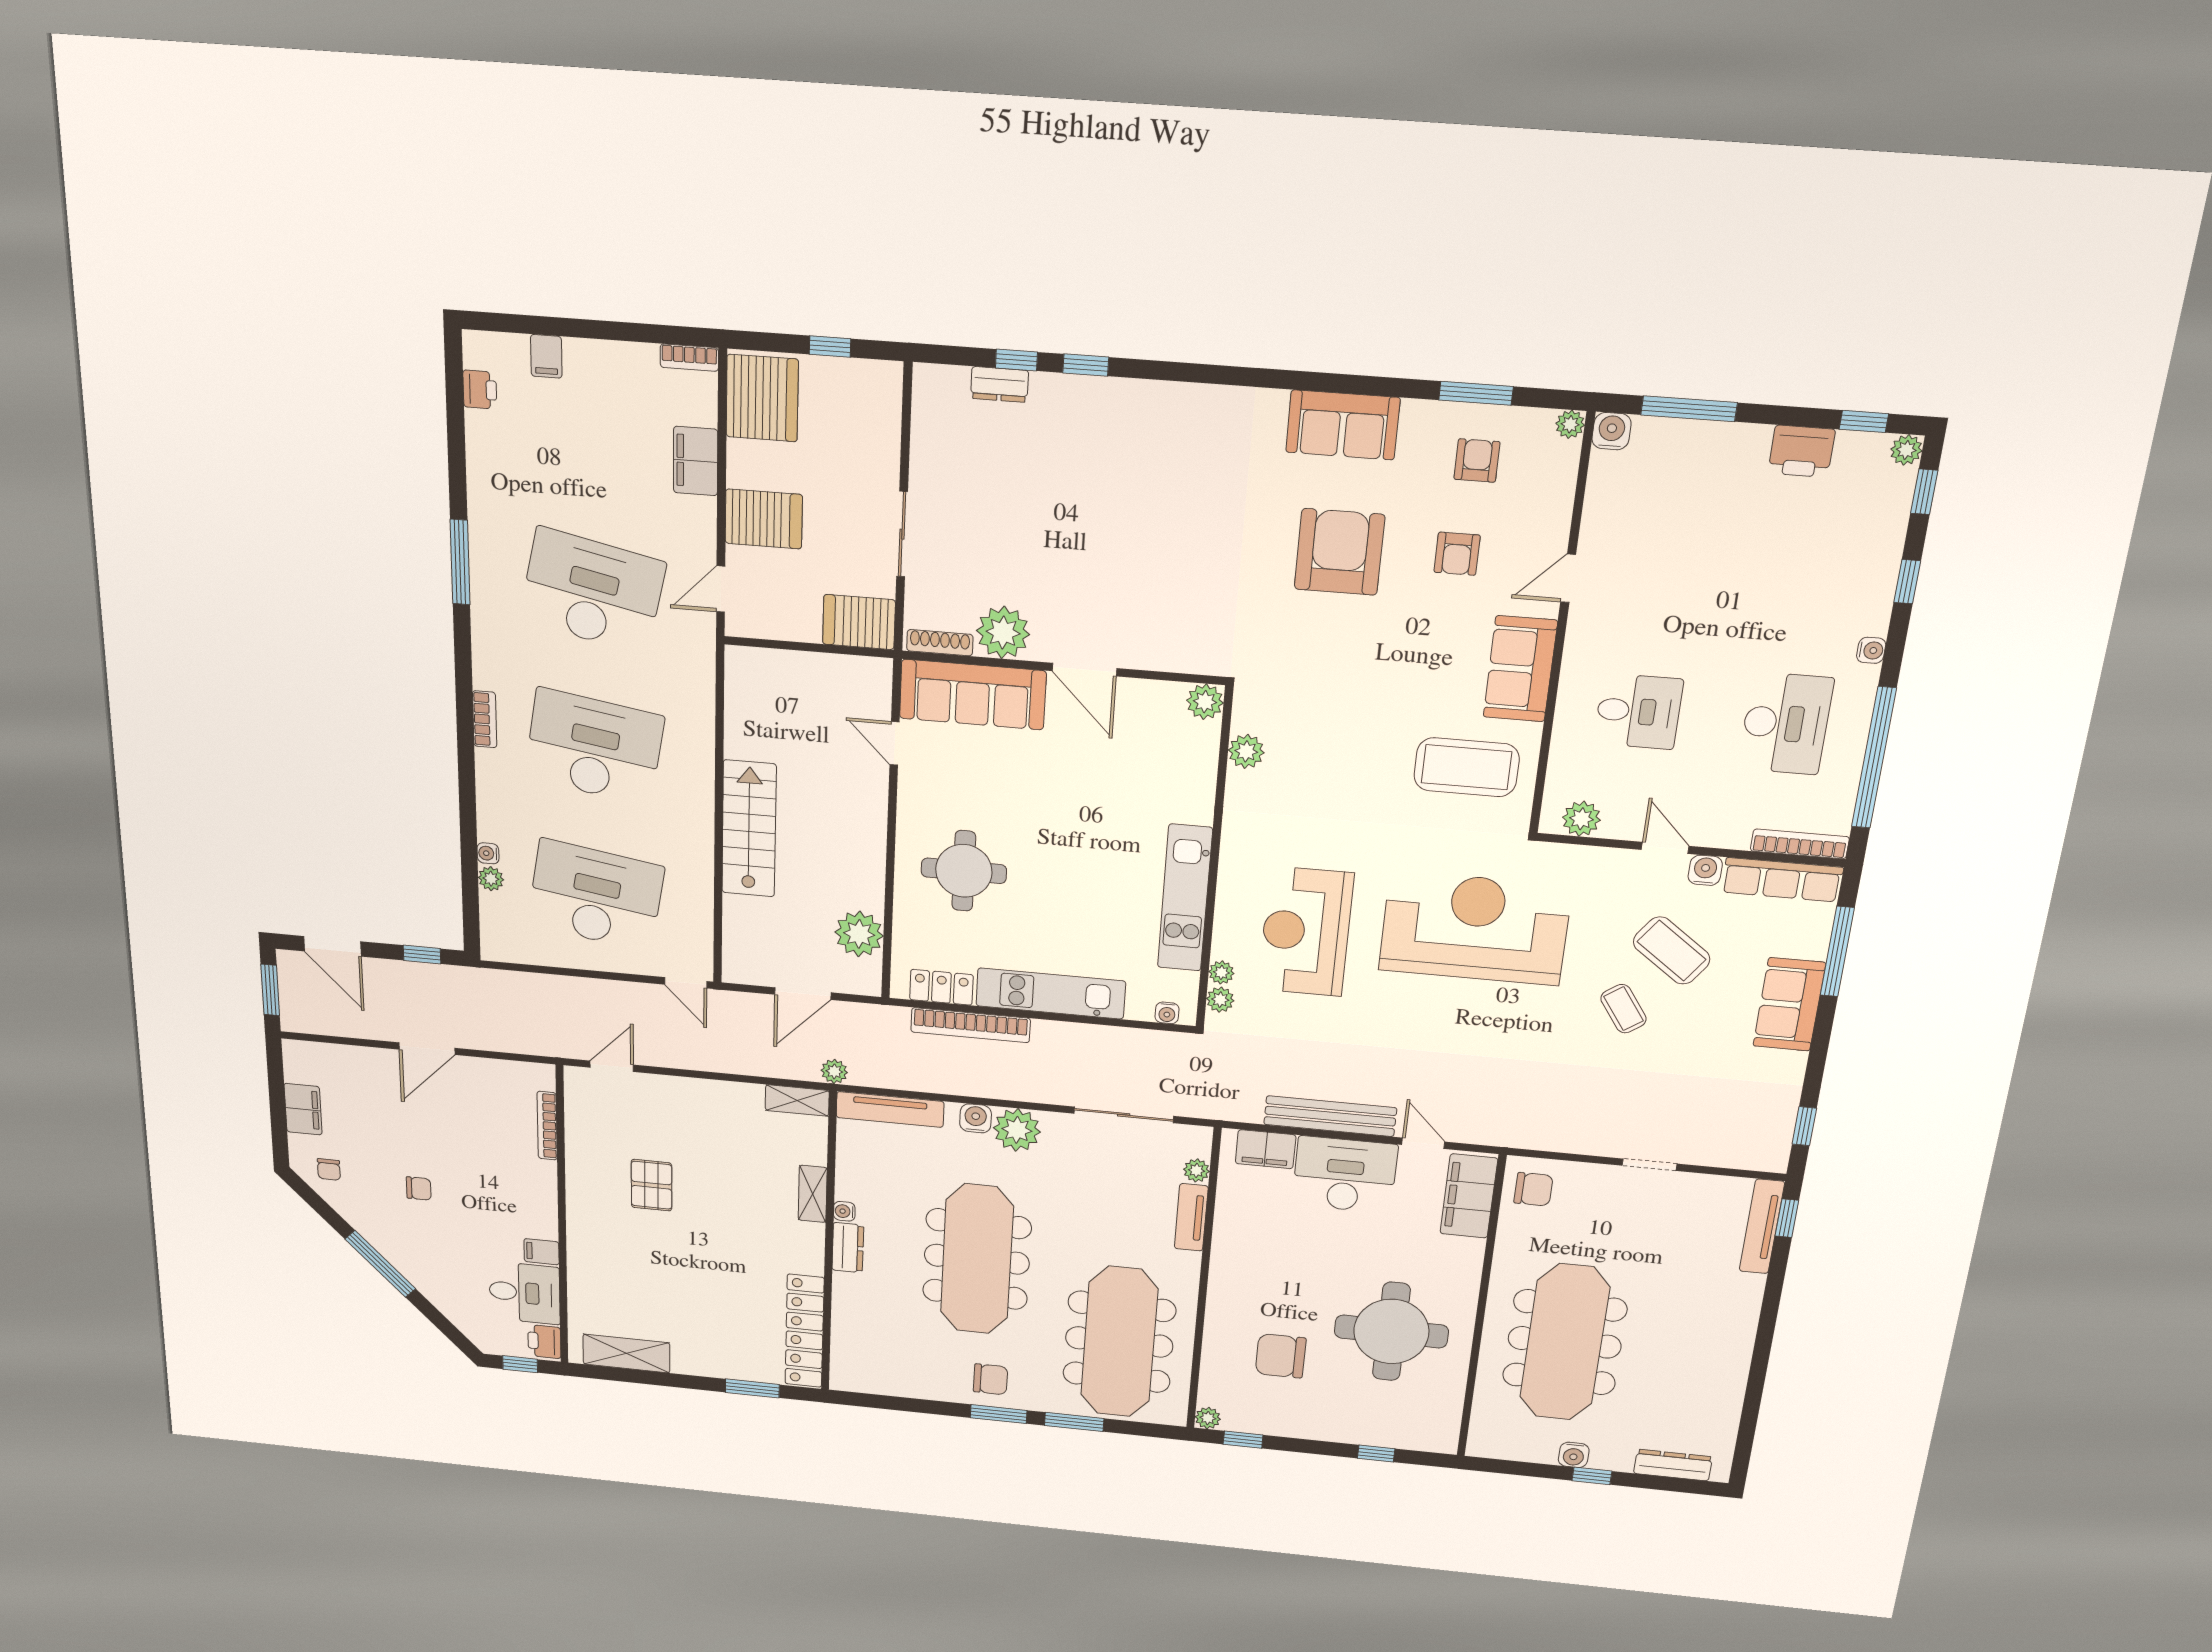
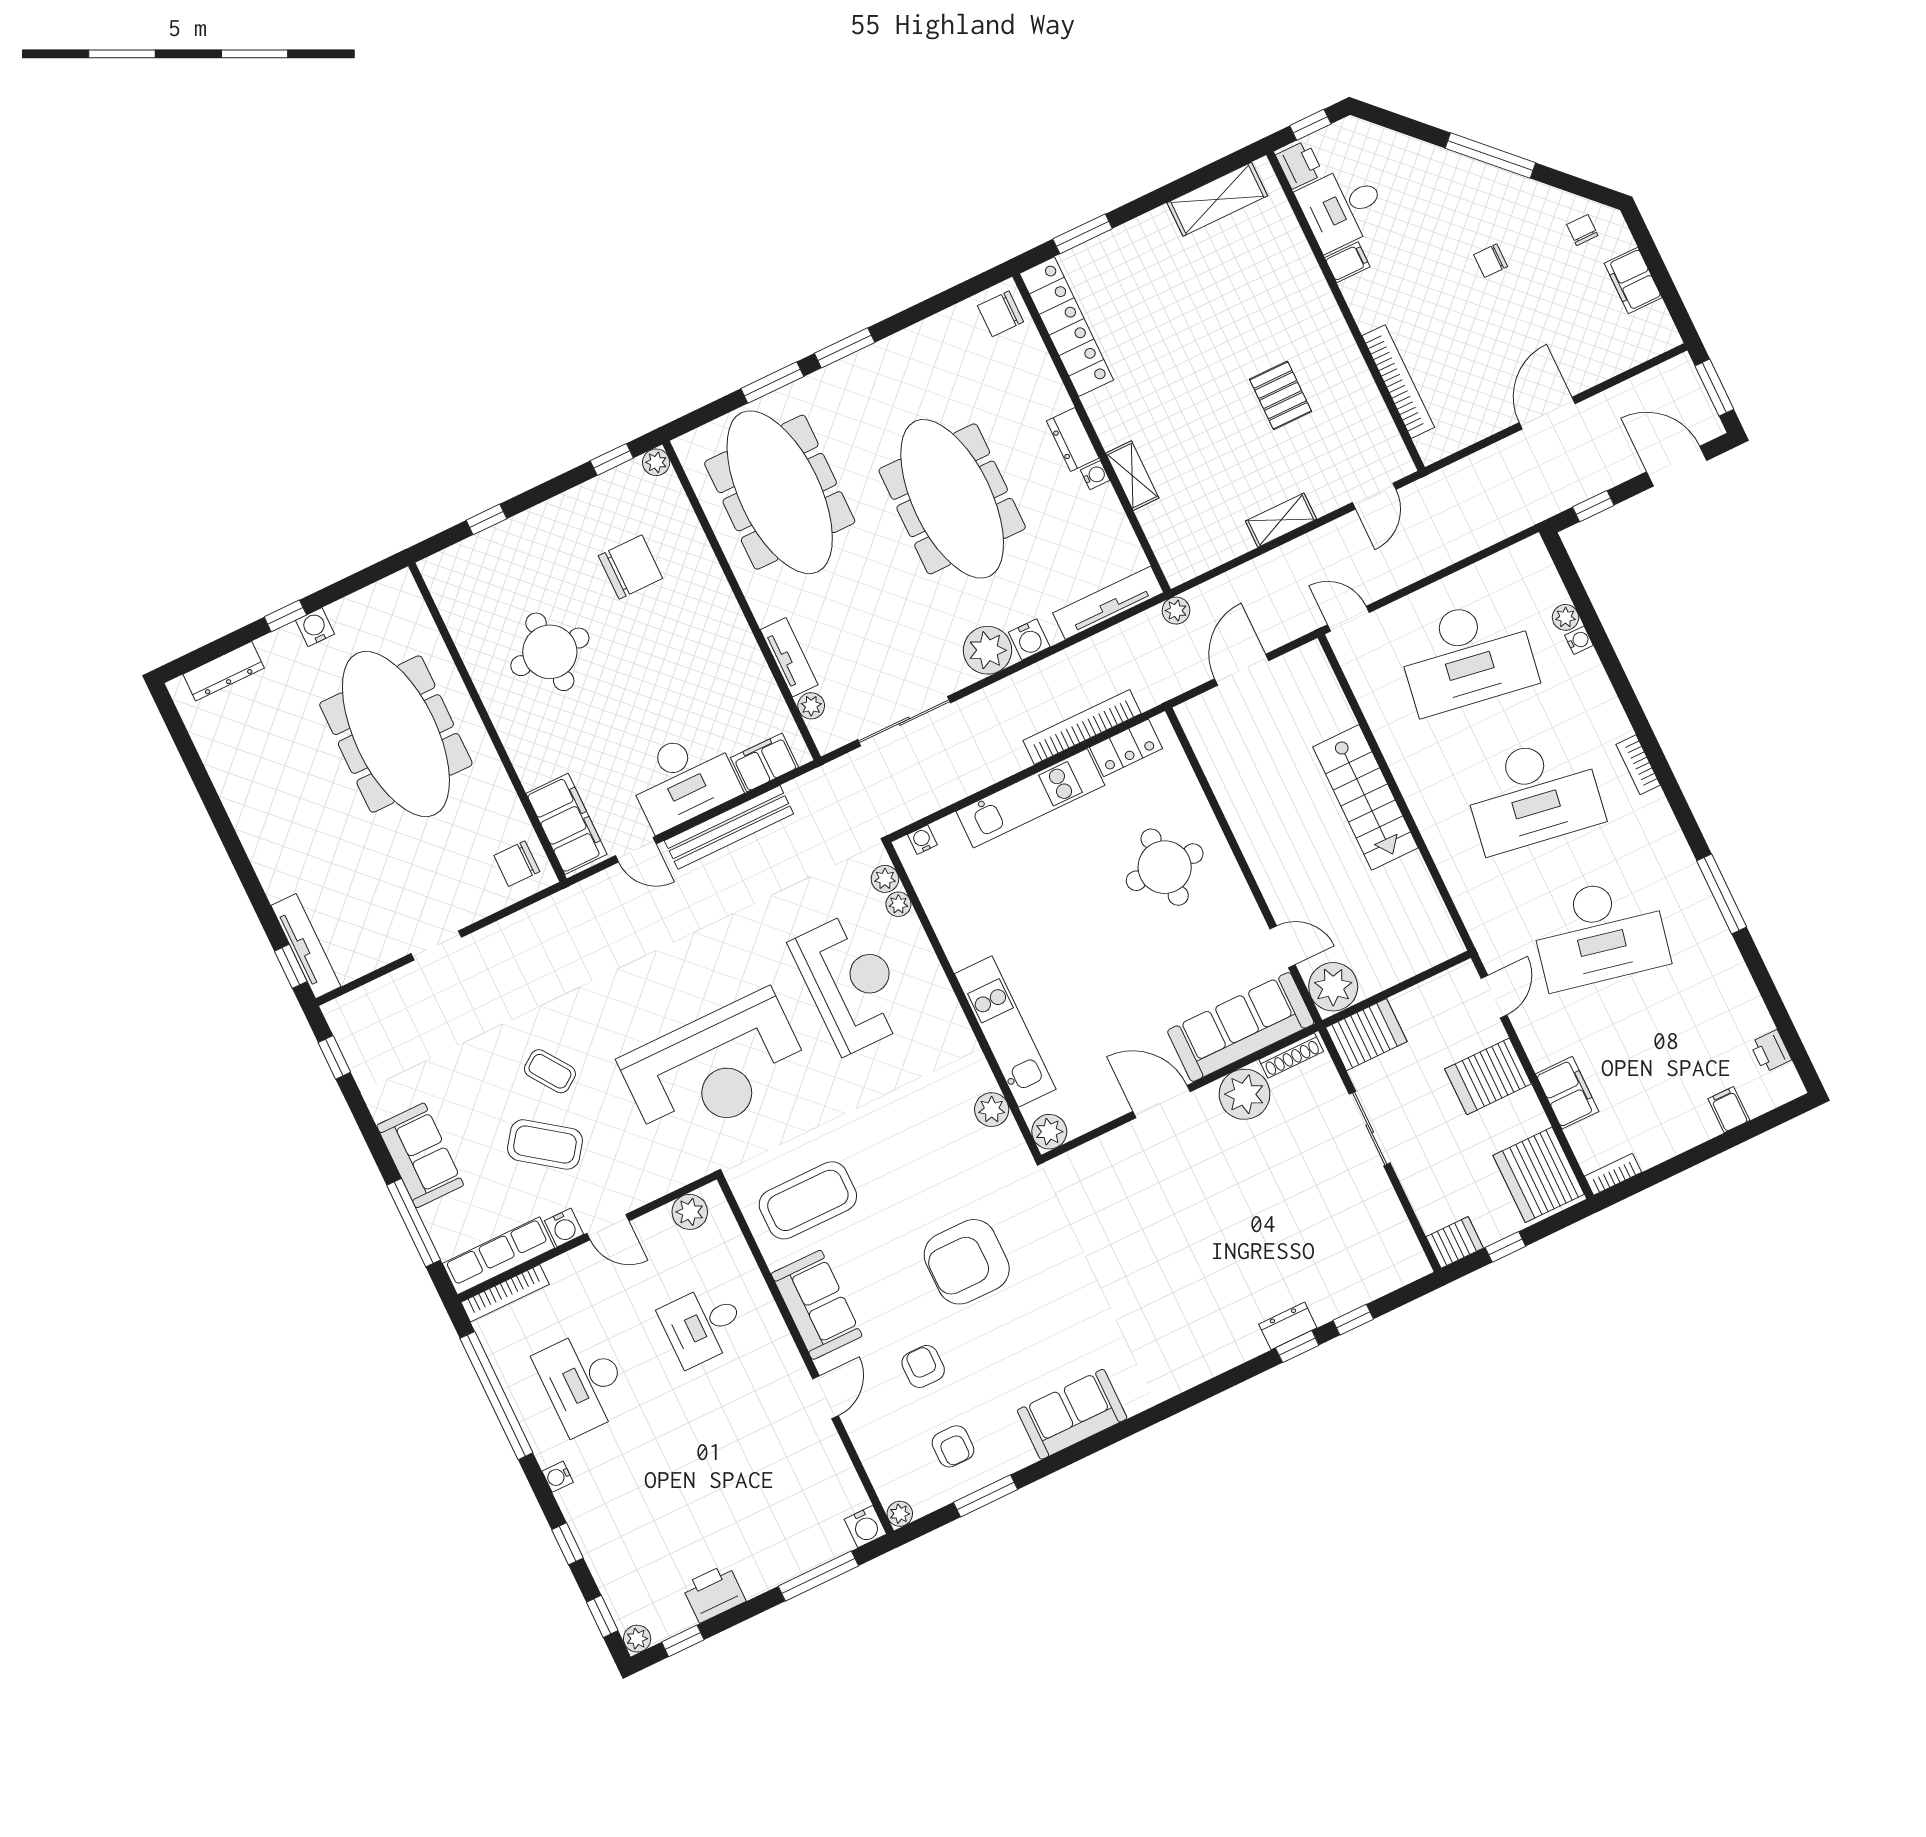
server rack: (877, 379) -> (1455, 1242), added
dresser: (1000, 384) -> (1288, 1326), moved
armchair: (1339, 552) -> (967, 1262), moved, turned 90
kitchen unit: (1185, 898) -> (1005, 1032), moved
plant: (859, 934) -> (1333, 987), moved
shelving: (797, 1100) -> (1281, 520), moved
bookcase: (547, 1126) -> (1398, 382), width x1.48, depth x1.31
round table: (1391, 1331) -> (550, 652), width x0.73, depth x0.73
chair: (990, 1379) -> (1001, 314), moved

